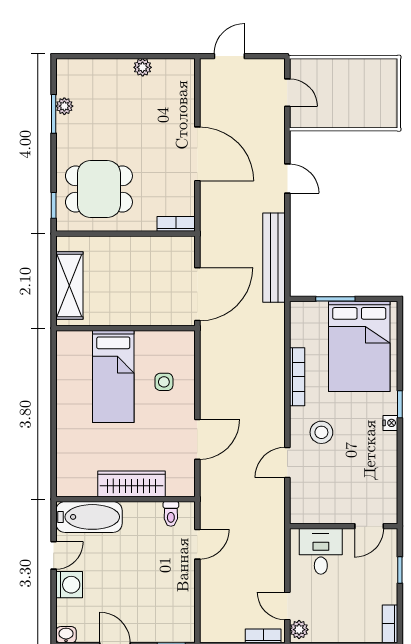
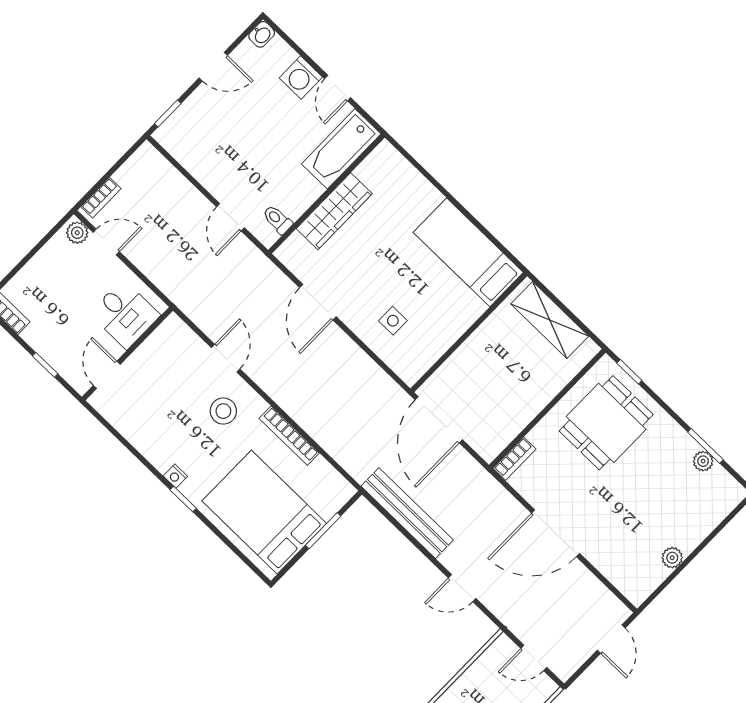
bed: (113, 376) -> (468, 252), moved

